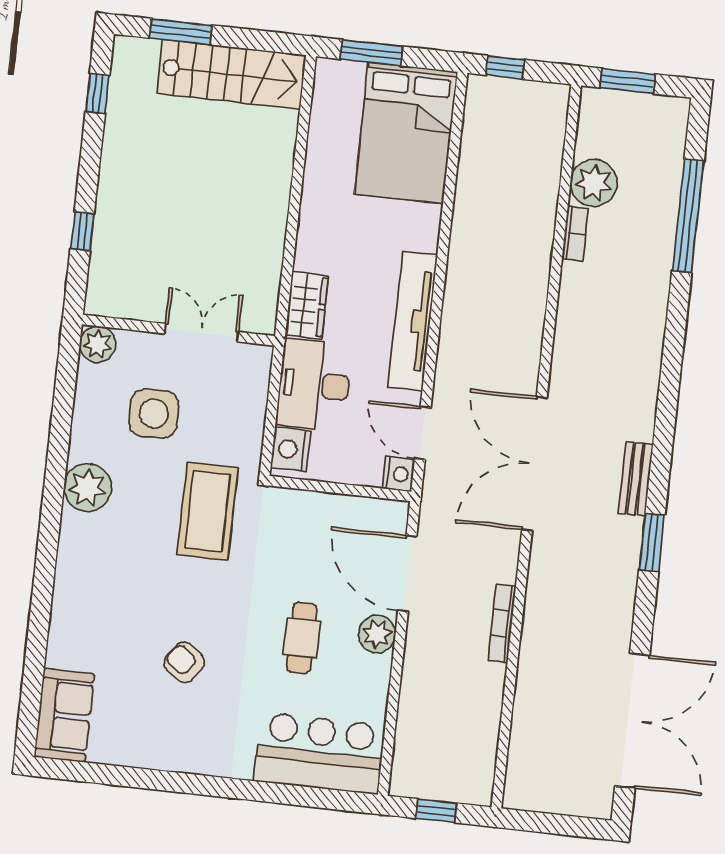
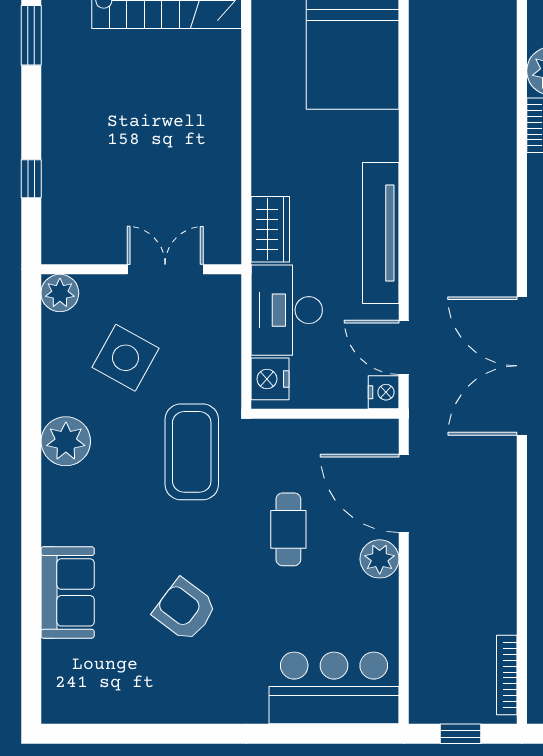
window: (97, 93) -> (31, 35), width x1.50
side table: (154, 414) -> (125, 358), turned 31
bookcase: (502, 623) -> (507, 675), moved
cafe table: (302, 638) -> (288, 529), moved
armchair: (184, 662) -> (185, 610), width x1.38, depth x1.38
sofa: (64, 715) -> (68, 592), moved

